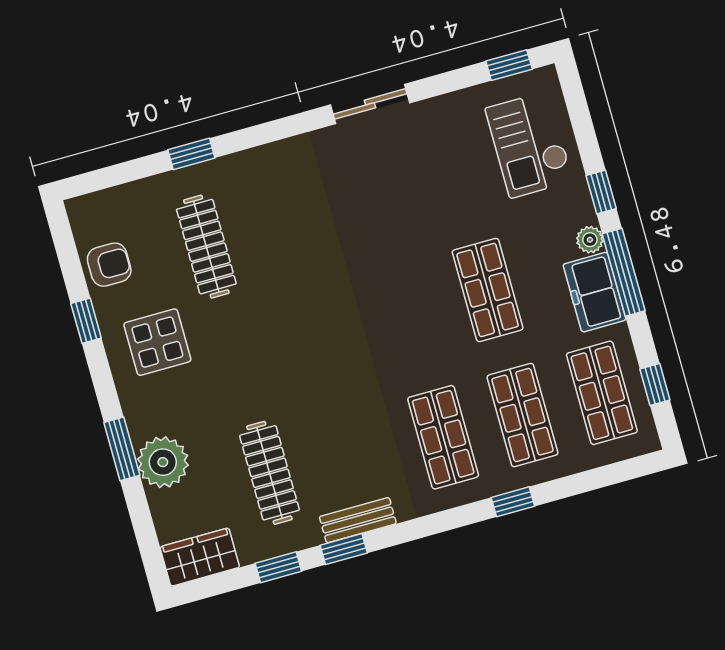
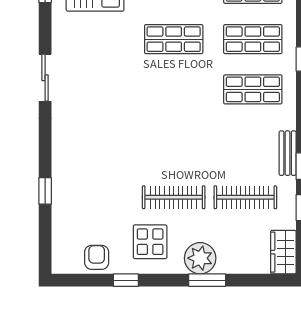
clothes rail: (206, 247) -> (174, 197), moved
plant: (163, 462) -> (200, 258), moved

